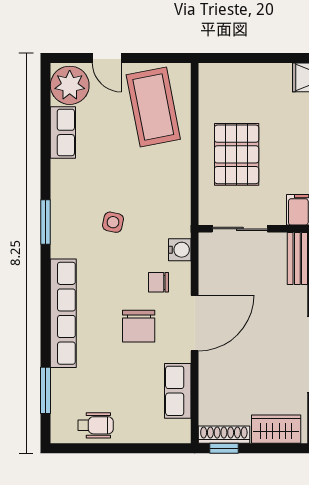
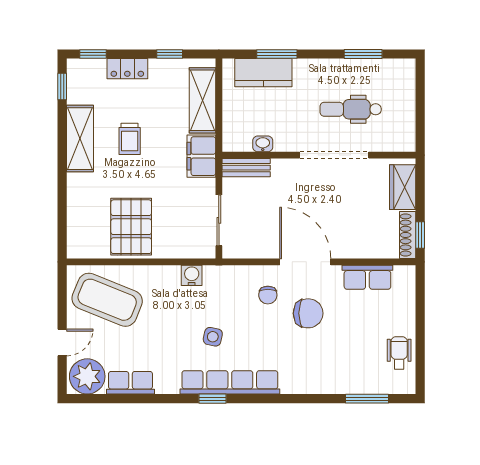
coffee table: (153, 107) -> (107, 300), turned 33
pallet: (237, 154) -> (131, 227), moved, turned 90
window: (46, 222) -> (213, 399), width x0.67
water cooler: (180, 250) -> (192, 275), moved
row of seats: (63, 313) -> (230, 382), moved

